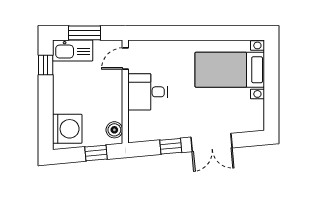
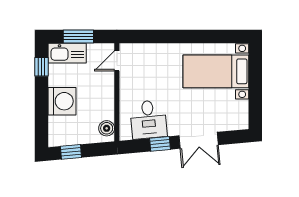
desk: (148, 92) -> (148, 119), moved, turned -95
washing machine: (67, 129) -> (62, 101), moved
window: (96, 153) -> (71, 152), moved

